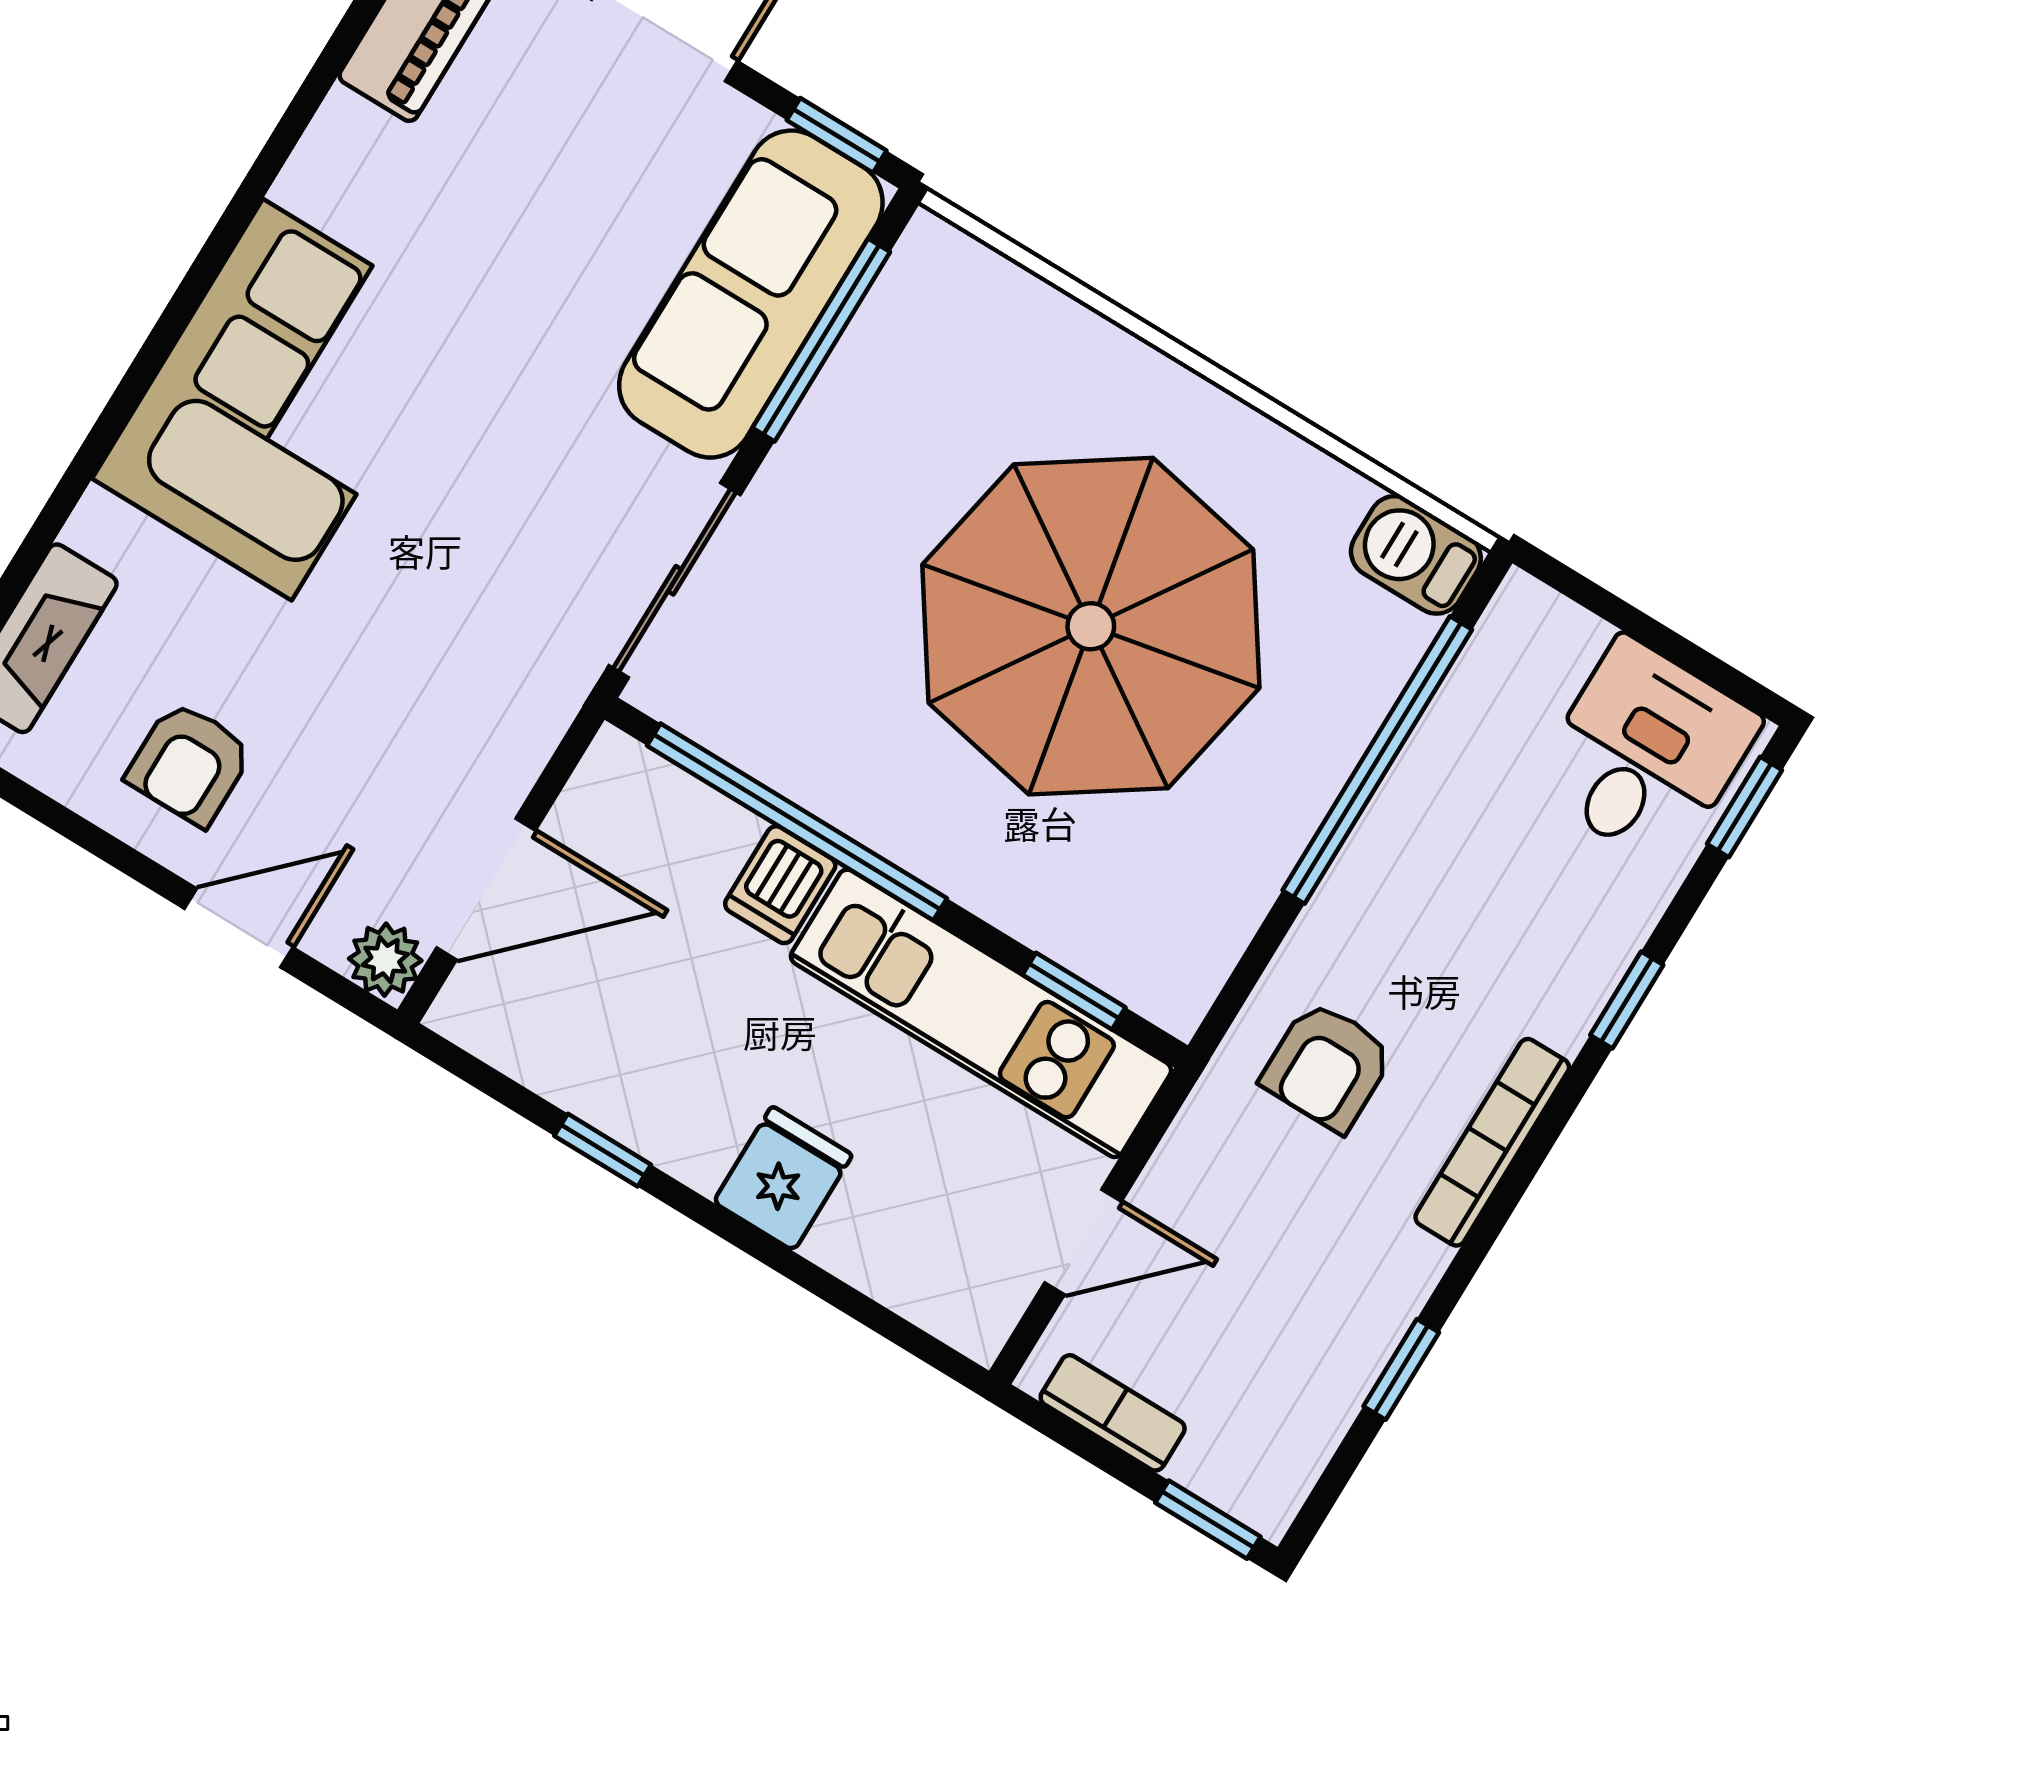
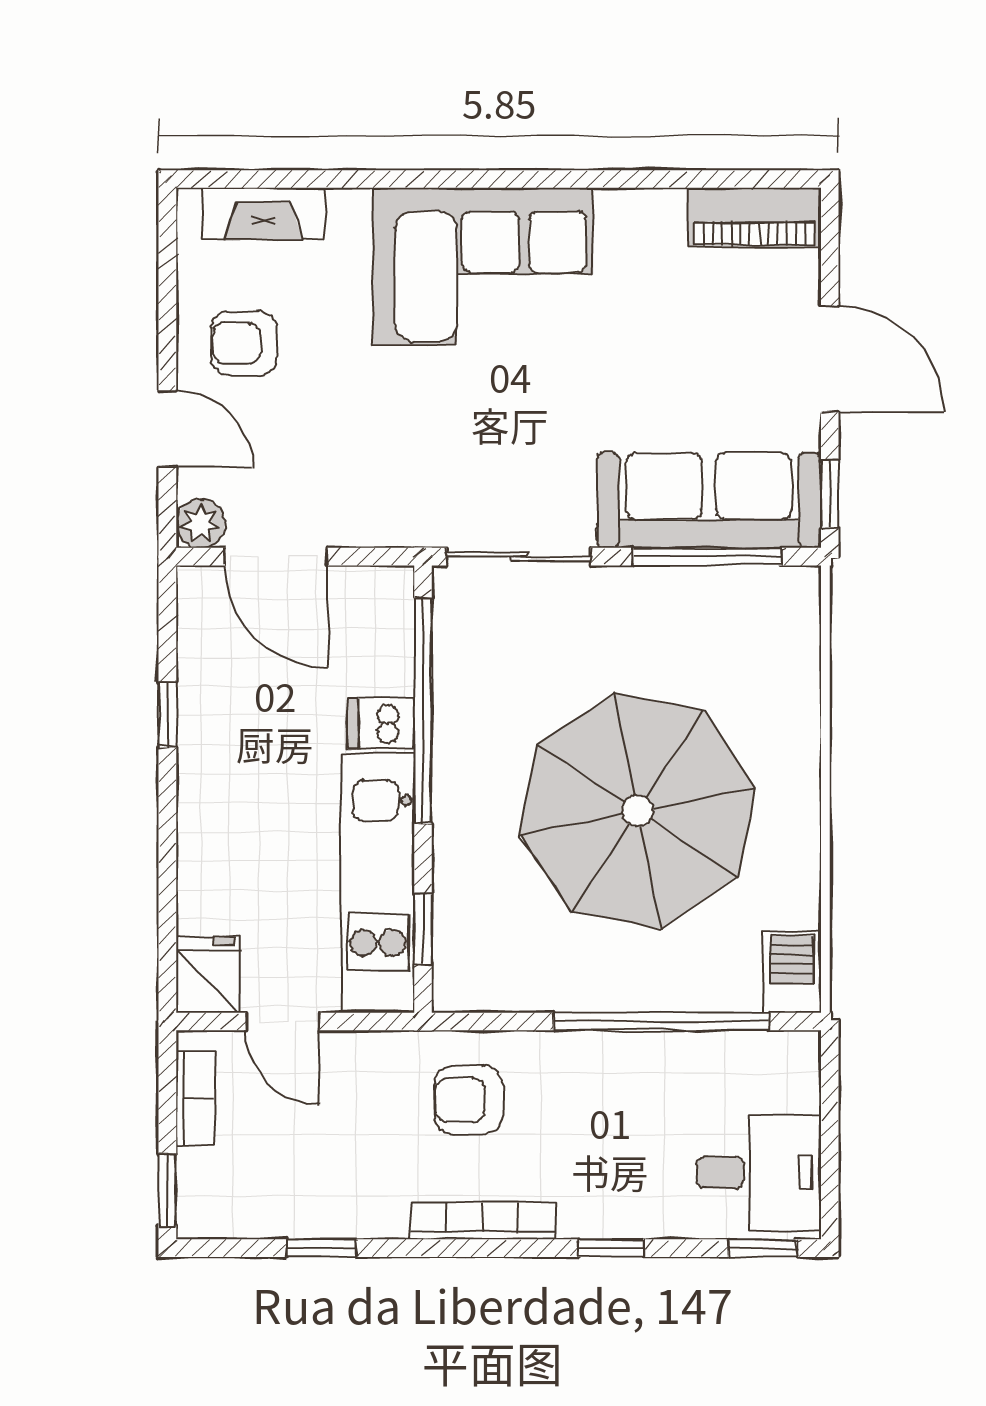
fridge: (783, 1179) -> (208, 975), moved, turned -90

